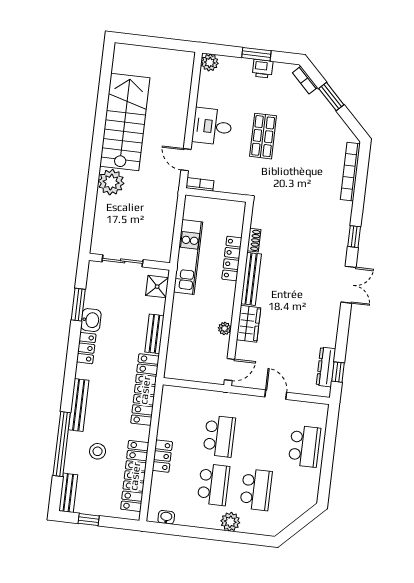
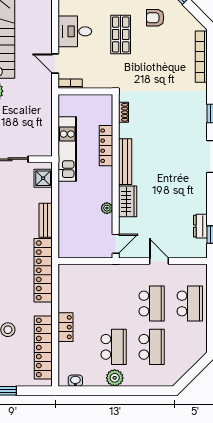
armchair: (304, 122) -> (155, 18), added
shoe rack: (254, 240) -> (124, 112), moved
dresser: (326, 367) -> (200, 226), width x0.70
school desk: (219, 436) -> (152, 303), moved
plant: (230, 522) -> (115, 378), moved

